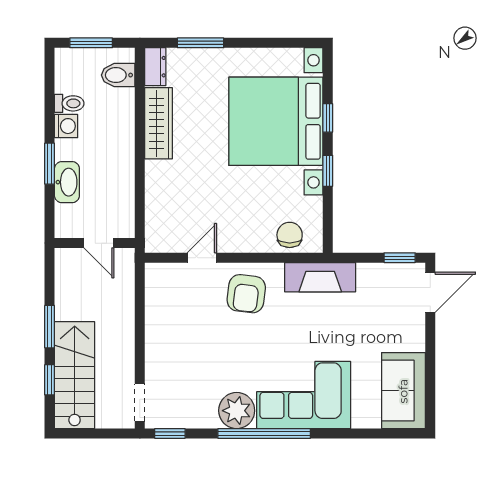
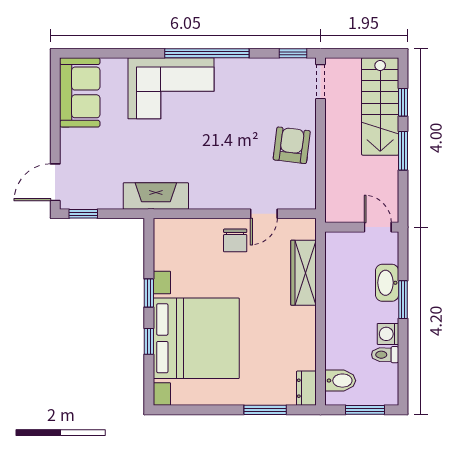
wardrobe: (159, 123) -> (303, 273), moved
chair: (290, 235) -> (235, 240), moved
door: (99, 243) -> (378, 227), moved
armchair: (246, 294) -> (292, 145), moved
plant: (237, 411) -> (232, 74), removed

